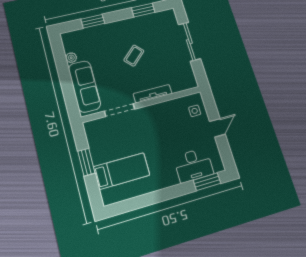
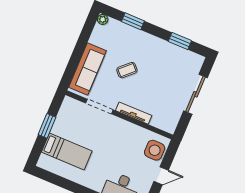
coffee table: (134, 56) -> (127, 70), moved
plant: (71, 58) -> (103, 19), moved
side table: (195, 111) -> (155, 150), width x1.87, depth x1.87

